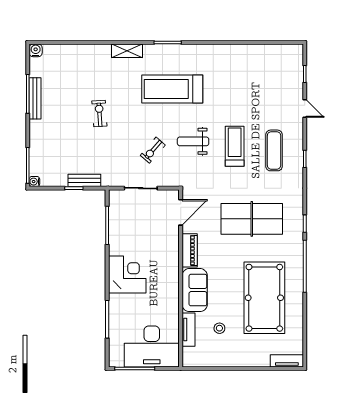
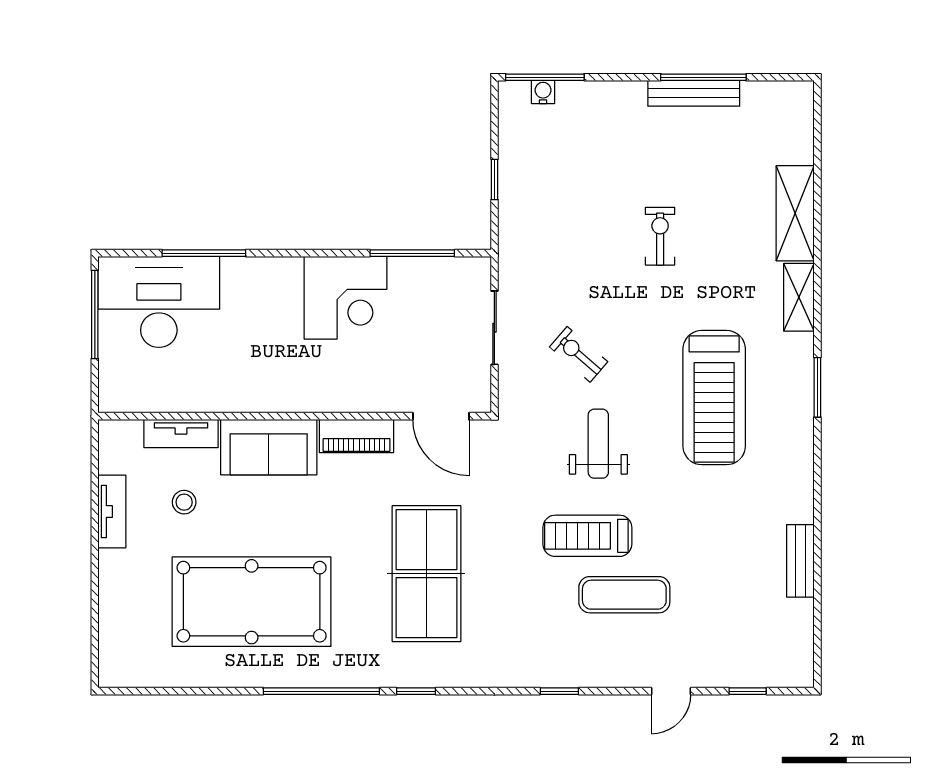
water cooler: (36, 50) -> (800, 95), removed
shelving: (89, 53) -> (795, 213), added
treadmill: (172, 89) -> (714, 398), turned 180
exercise bike: (99, 113) -> (660, 236), turned -86
treadmill: (235, 146) -> (587, 536), turned 180
exercise mat: (274, 150) -> (624, 595), moved
bench: (84, 180) -> (800, 561), moved
water cooler: (34, 182) -> (543, 92), moved
corner desk: (127, 275) -> (345, 298), moved
desk: (152, 346) -> (159, 302), moved, turned 90
tv unit: (287, 361) -> (112, 511), moved

